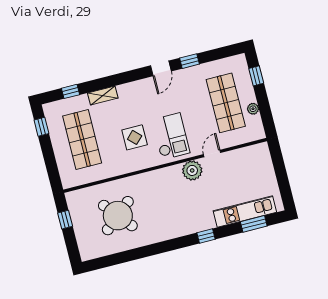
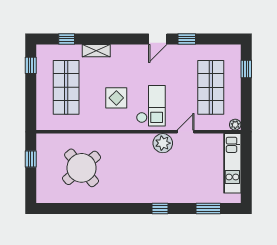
plant: (253, 109) -> (235, 125), moved
kitchen unit: (245, 212) -> (232, 163), moved, turned -90

